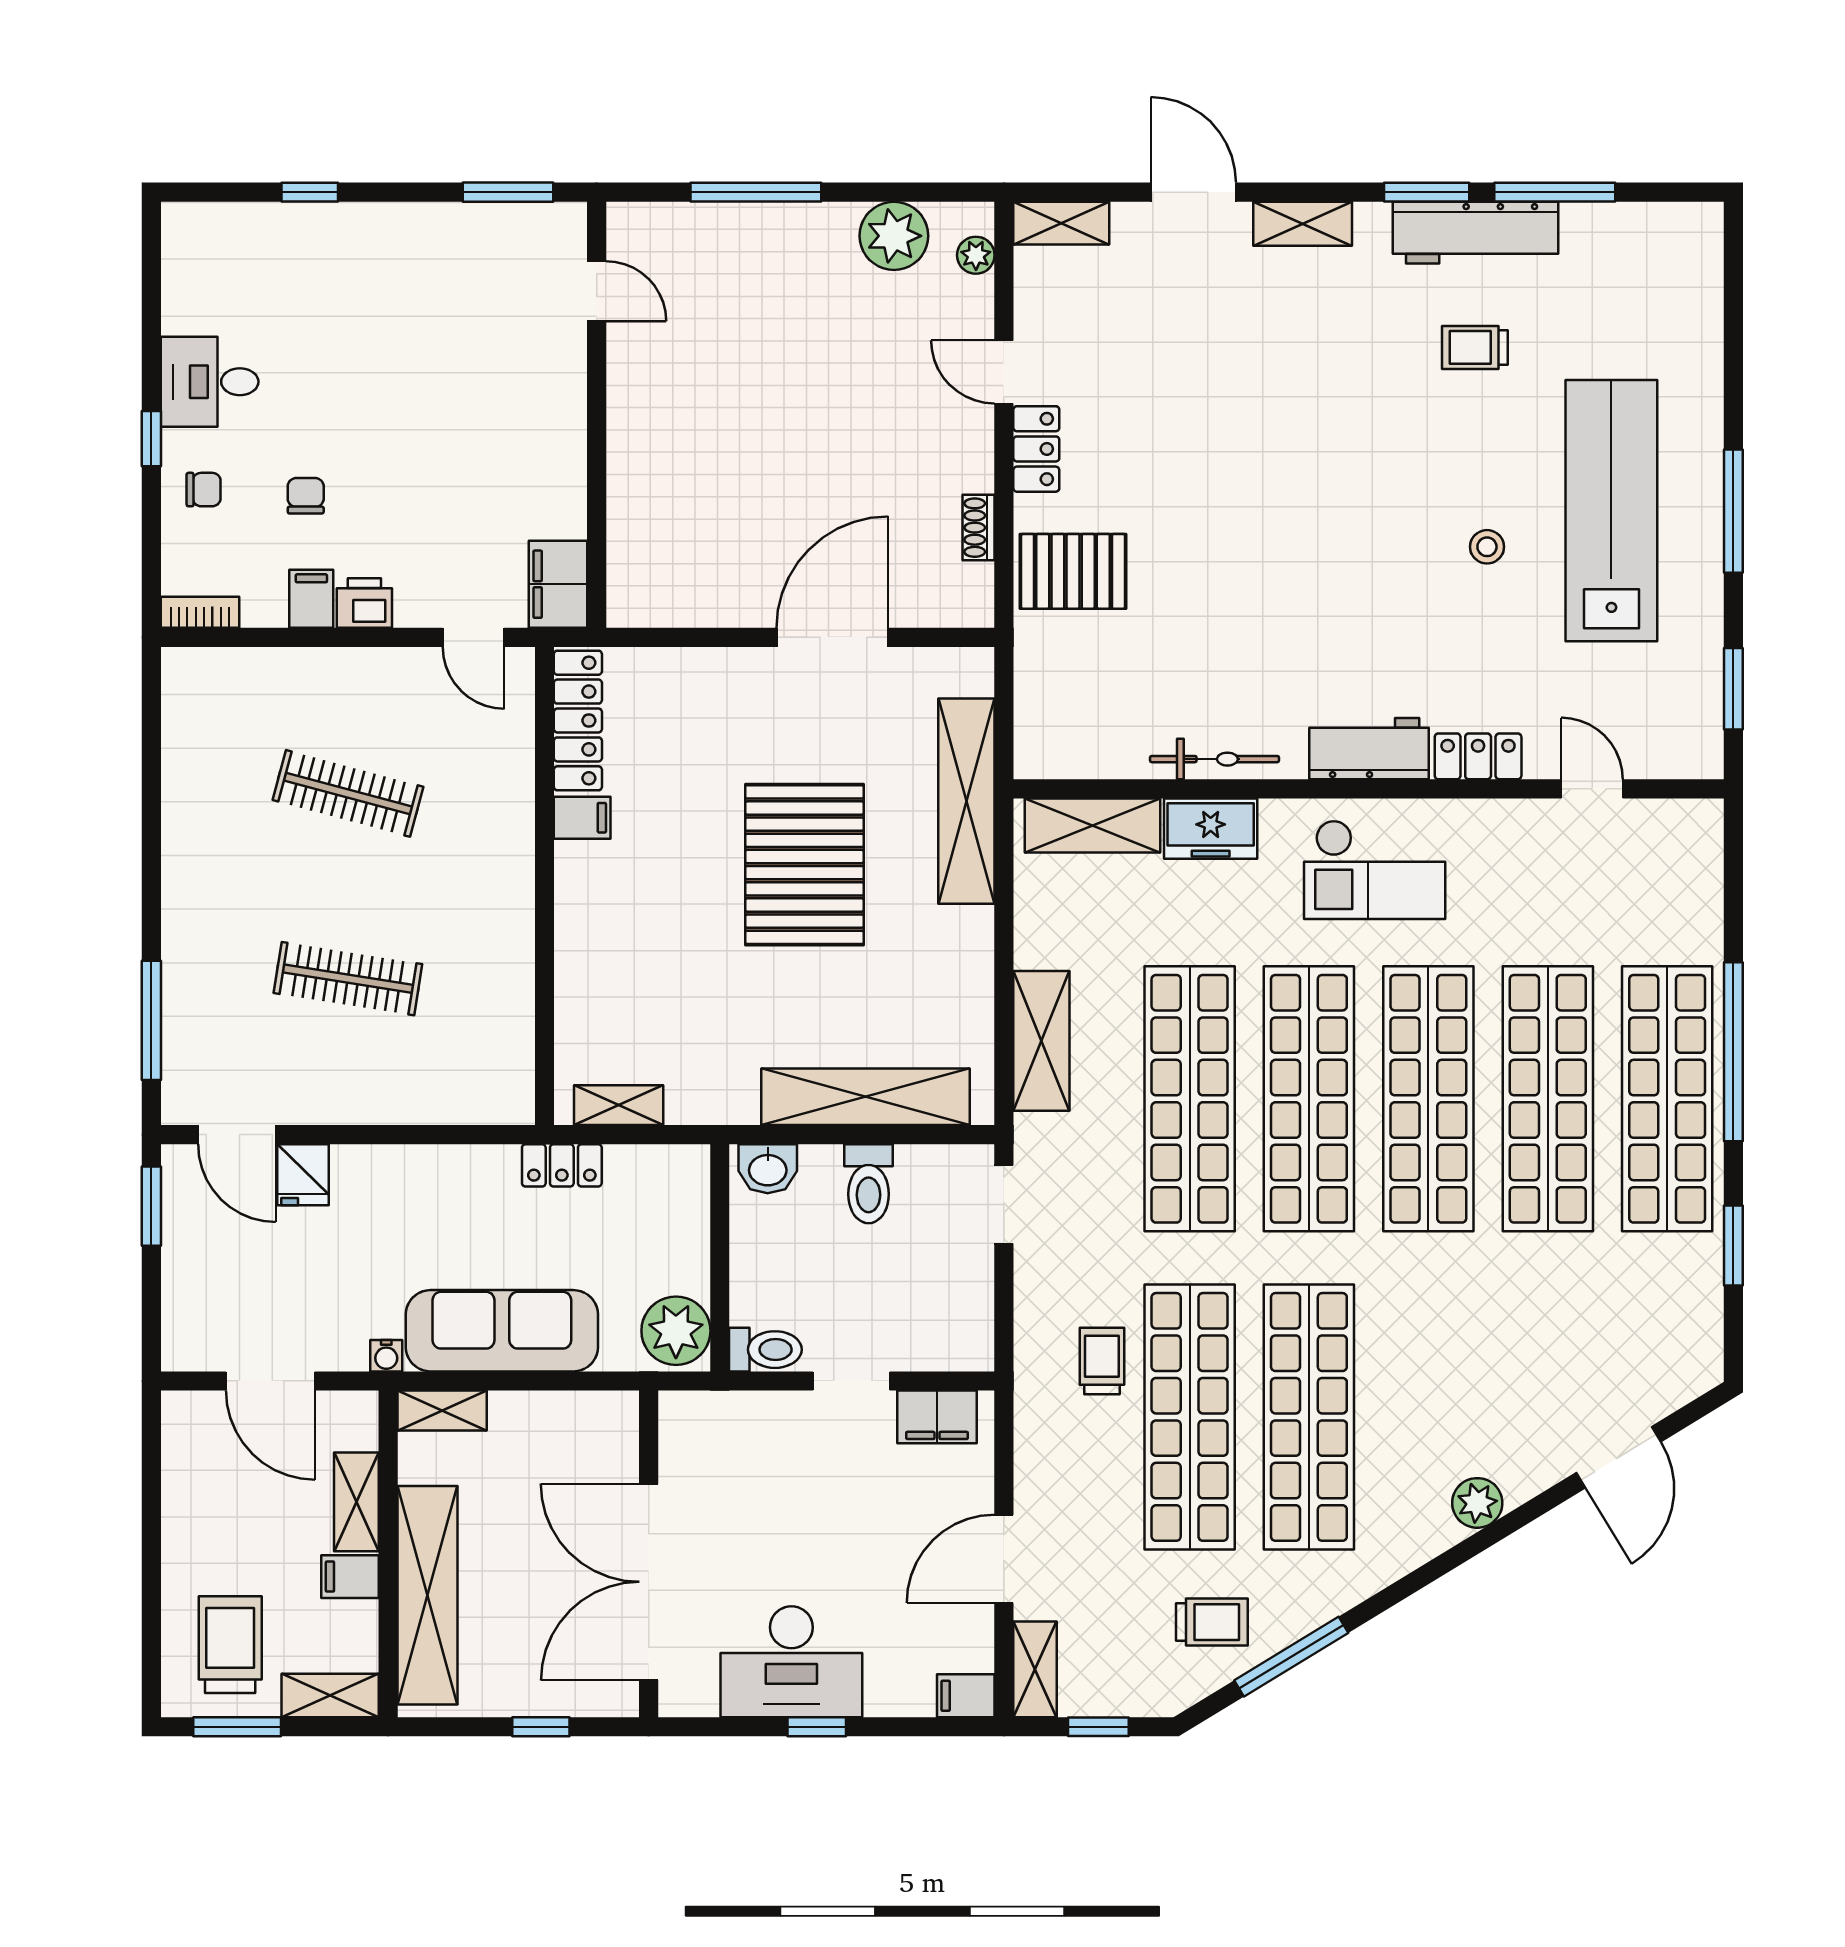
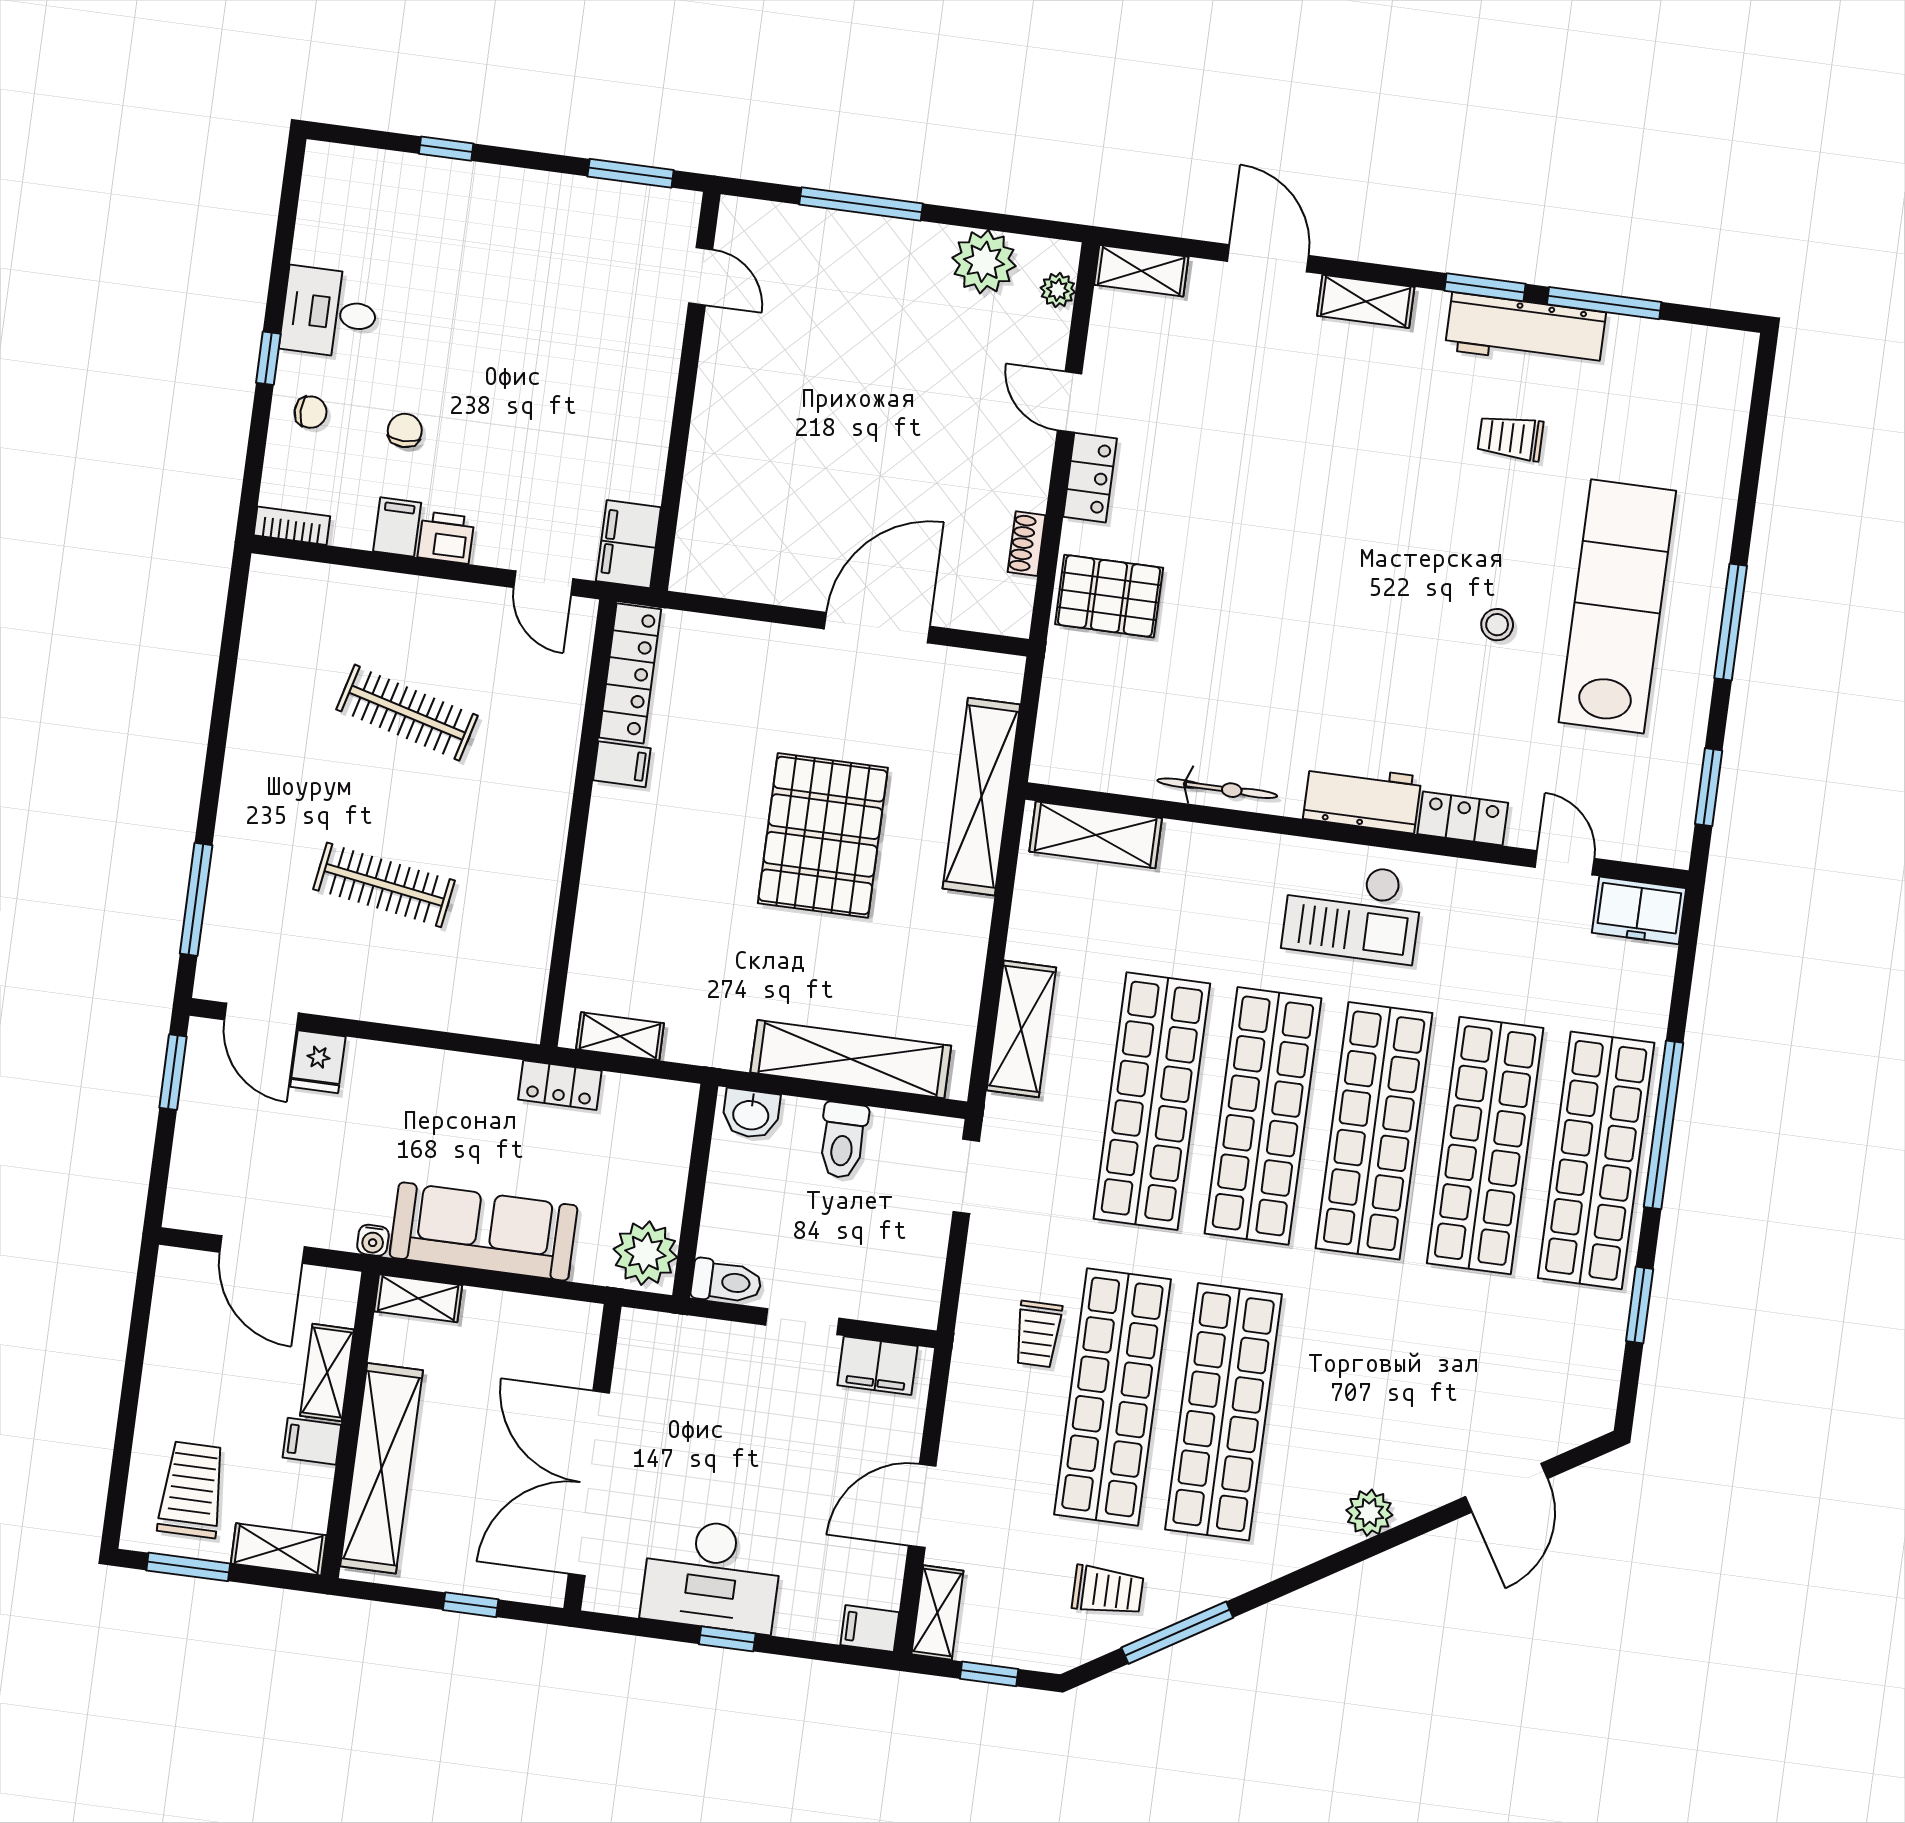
freezer: (1211, 829) -> (1639, 910), moved
trolley: (1102, 1361) -> (1038, 1334), turned 180

